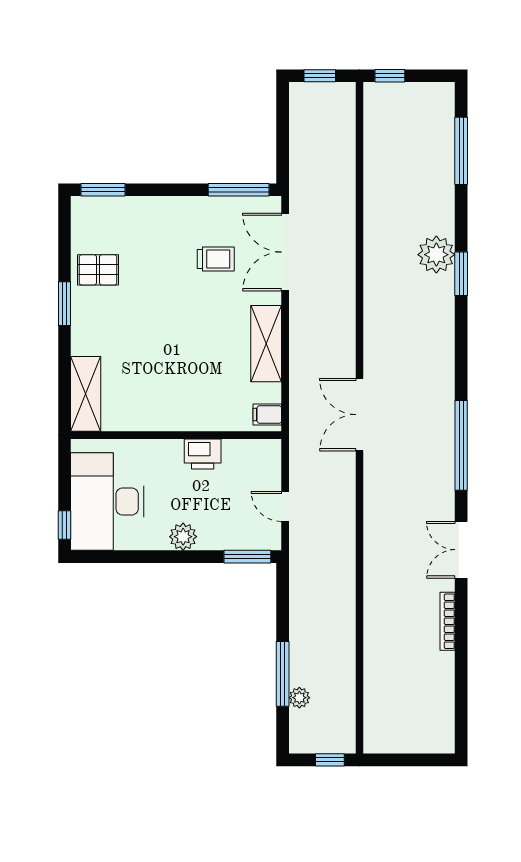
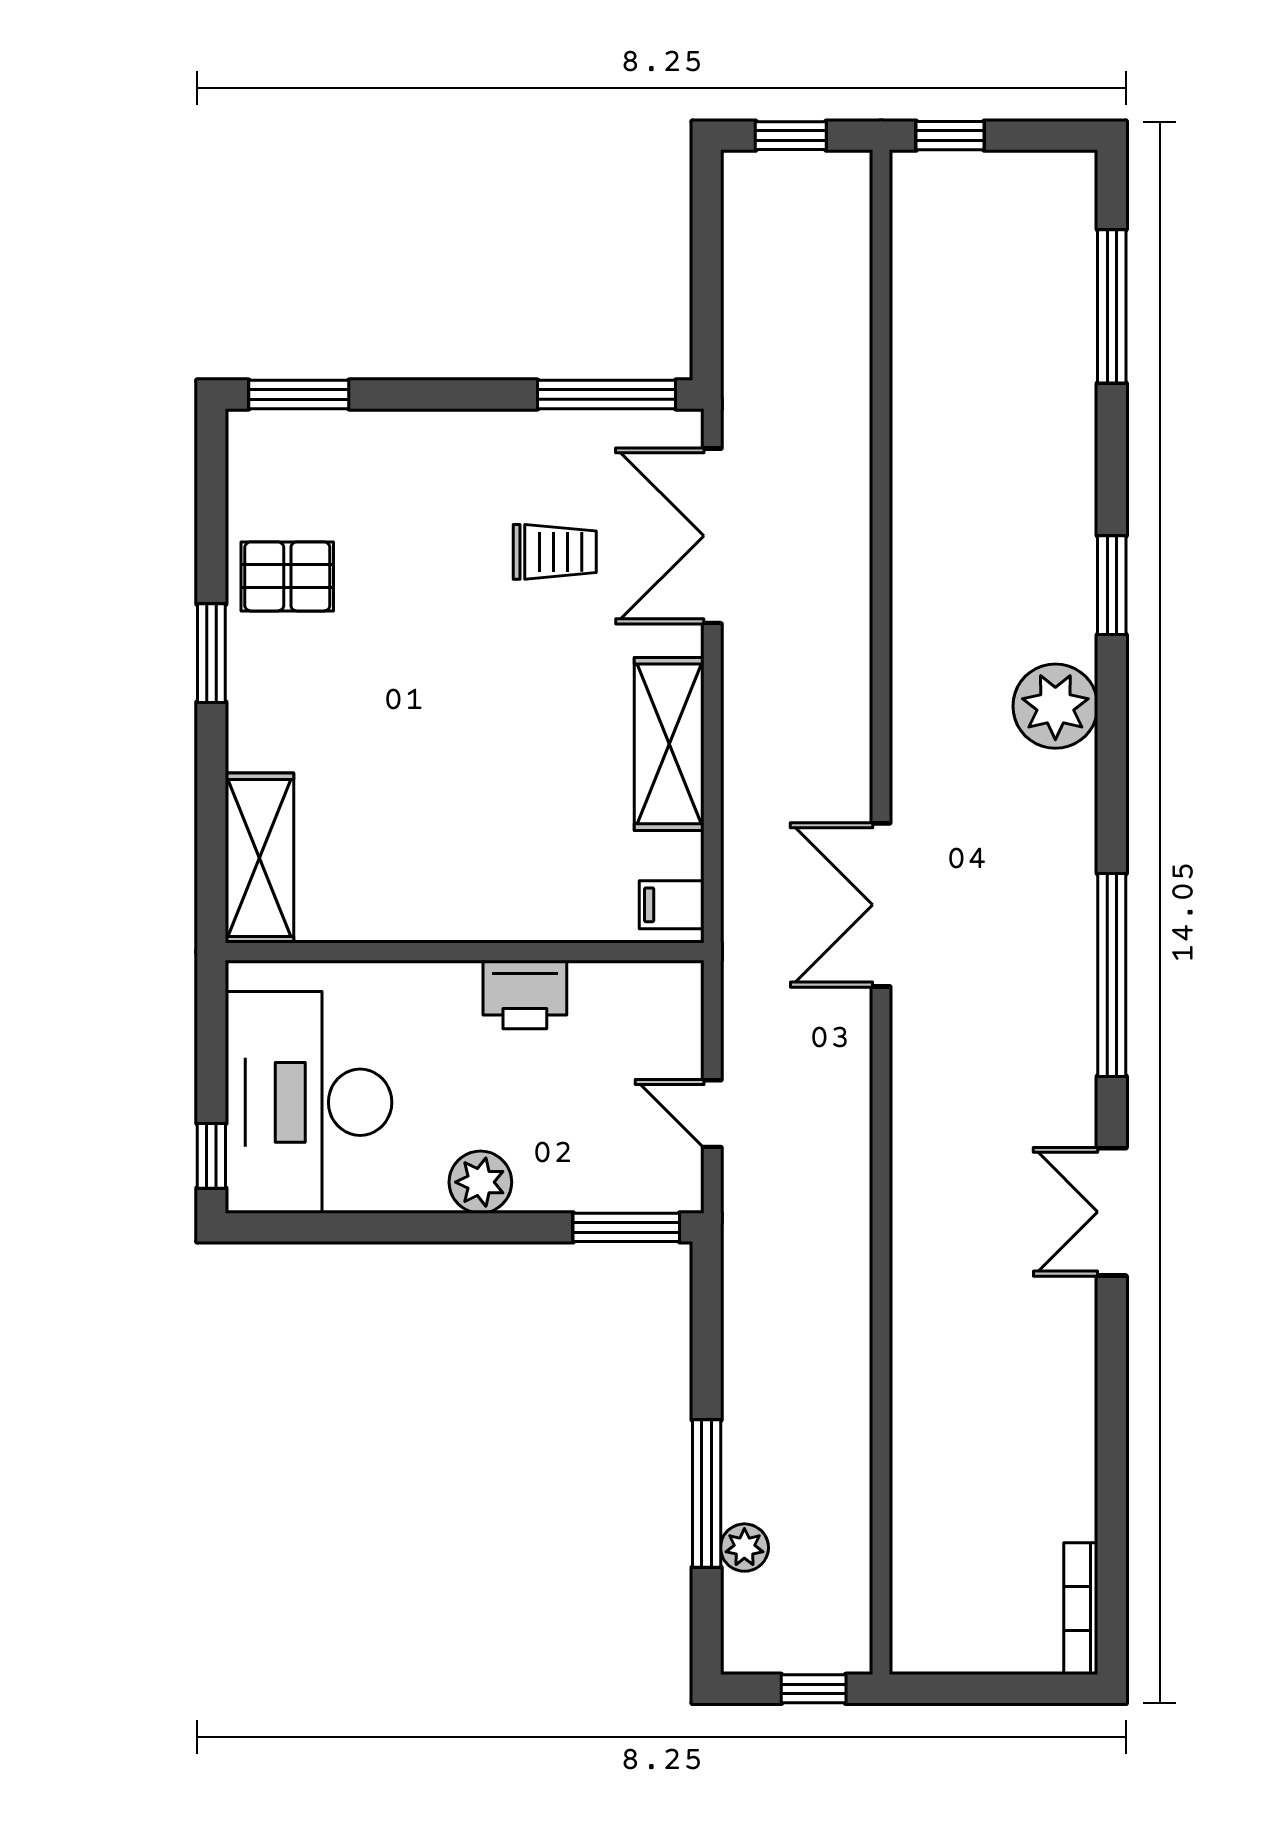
plant: (436, 255) -> (1055, 706), moved
bookcase: (447, 621) -> (1081, 1609), moved

